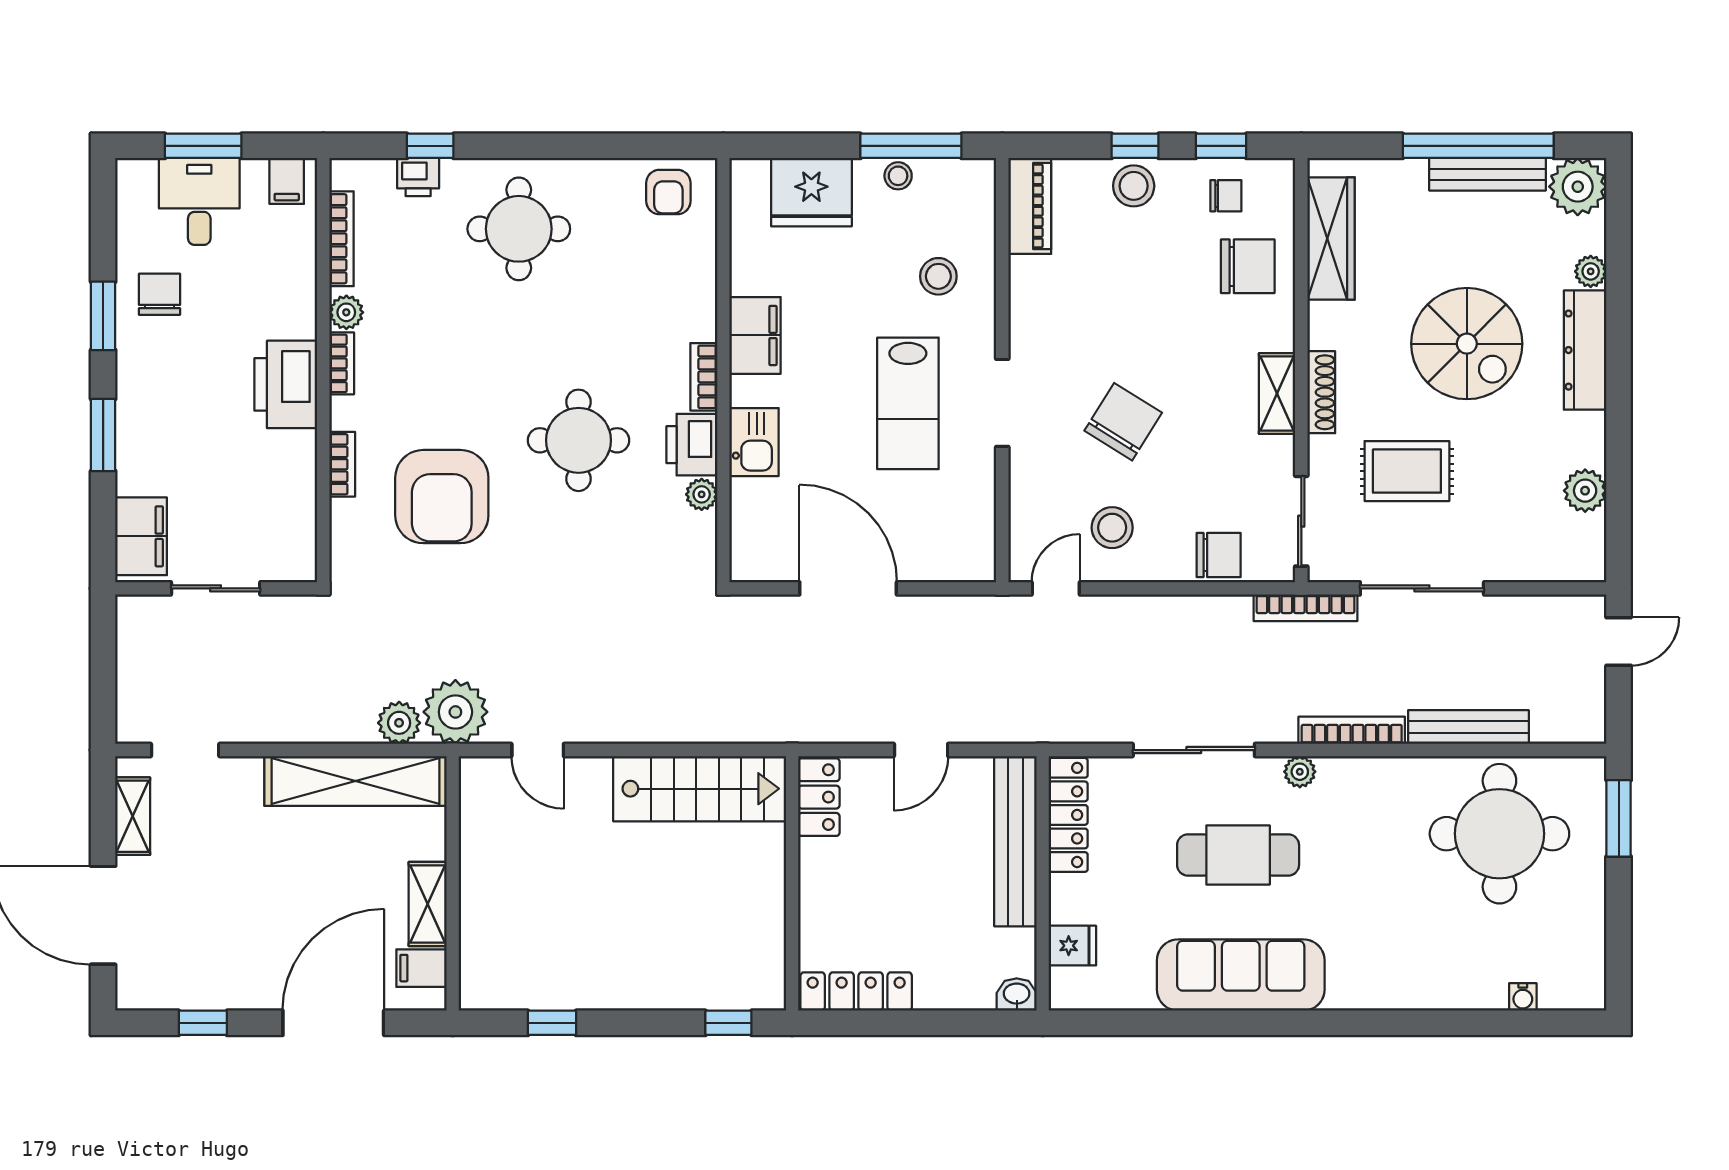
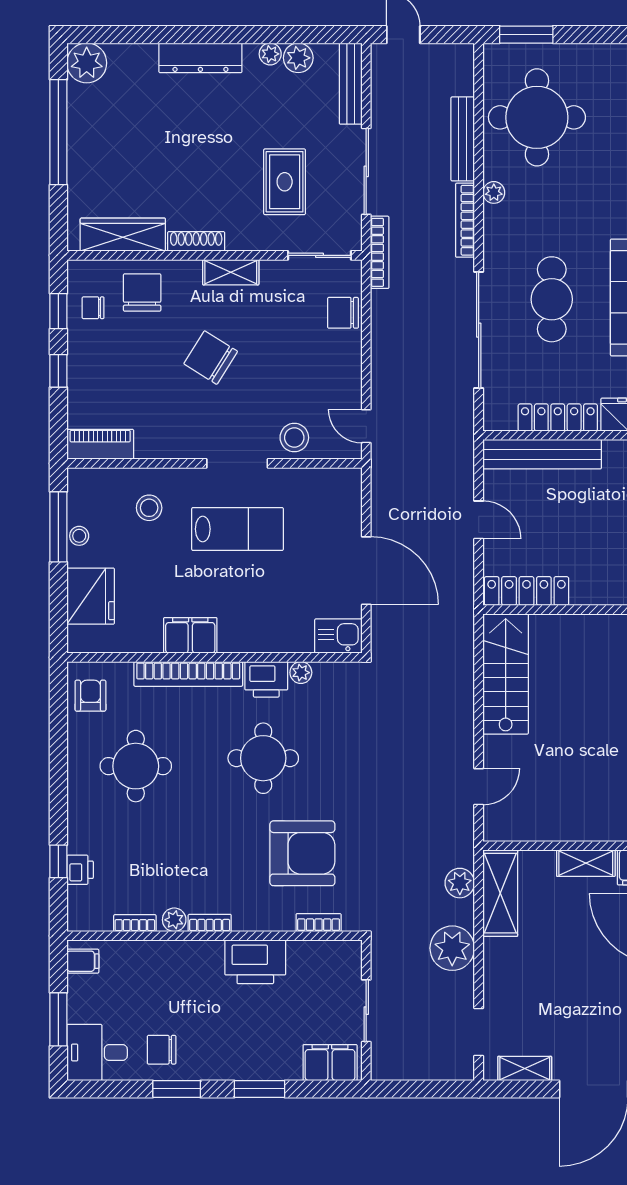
bench: (1487, 174) -> (351, 84), moved
stool: (1134, 186) -> (86, 372), removed
armchair: (668, 192) -> (90, 696), turned -90
chair: (1226, 196) -> (93, 308), turned -90
desk: (199, 201) -> (97, 1052), moved
round table: (519, 229) -> (136, 766), moved
bookcase: (342, 239) -> (135, 923), width x0.64
plant: (1591, 271) -> (270, 54), moved
spiral stairs: (1467, 344) -> (196, 140), removed
bookcase: (704, 377) -> (188, 674), width x2.31, depth x1.31
printer: (286, 384) -> (255, 962), moved
shoe rack: (1321, 392) -> (196, 241), moved
chair: (1123, 422) -> (211, 358), moved
kitchen sink: (754, 442) -> (338, 636), moved
bookcase: (342, 464) -> (319, 923), moved
stool: (1112, 528) -> (294, 438), moved
chair: (1219, 555) -> (343, 313), turned -90
door: (848, 588) -> (366, 571), swing flipped
plant: (455, 712) -> (452, 948), moved
sliding door: (1194, 750) -> (479, 330), width x1.36
plant: (1300, 772) -> (494, 192), moved
shelving: (355, 781) -> (500, 893), width x0.68
locker: (819, 797) -> (526, 591), width x1.53
locker: (1068, 815) -> (558, 417), moved

